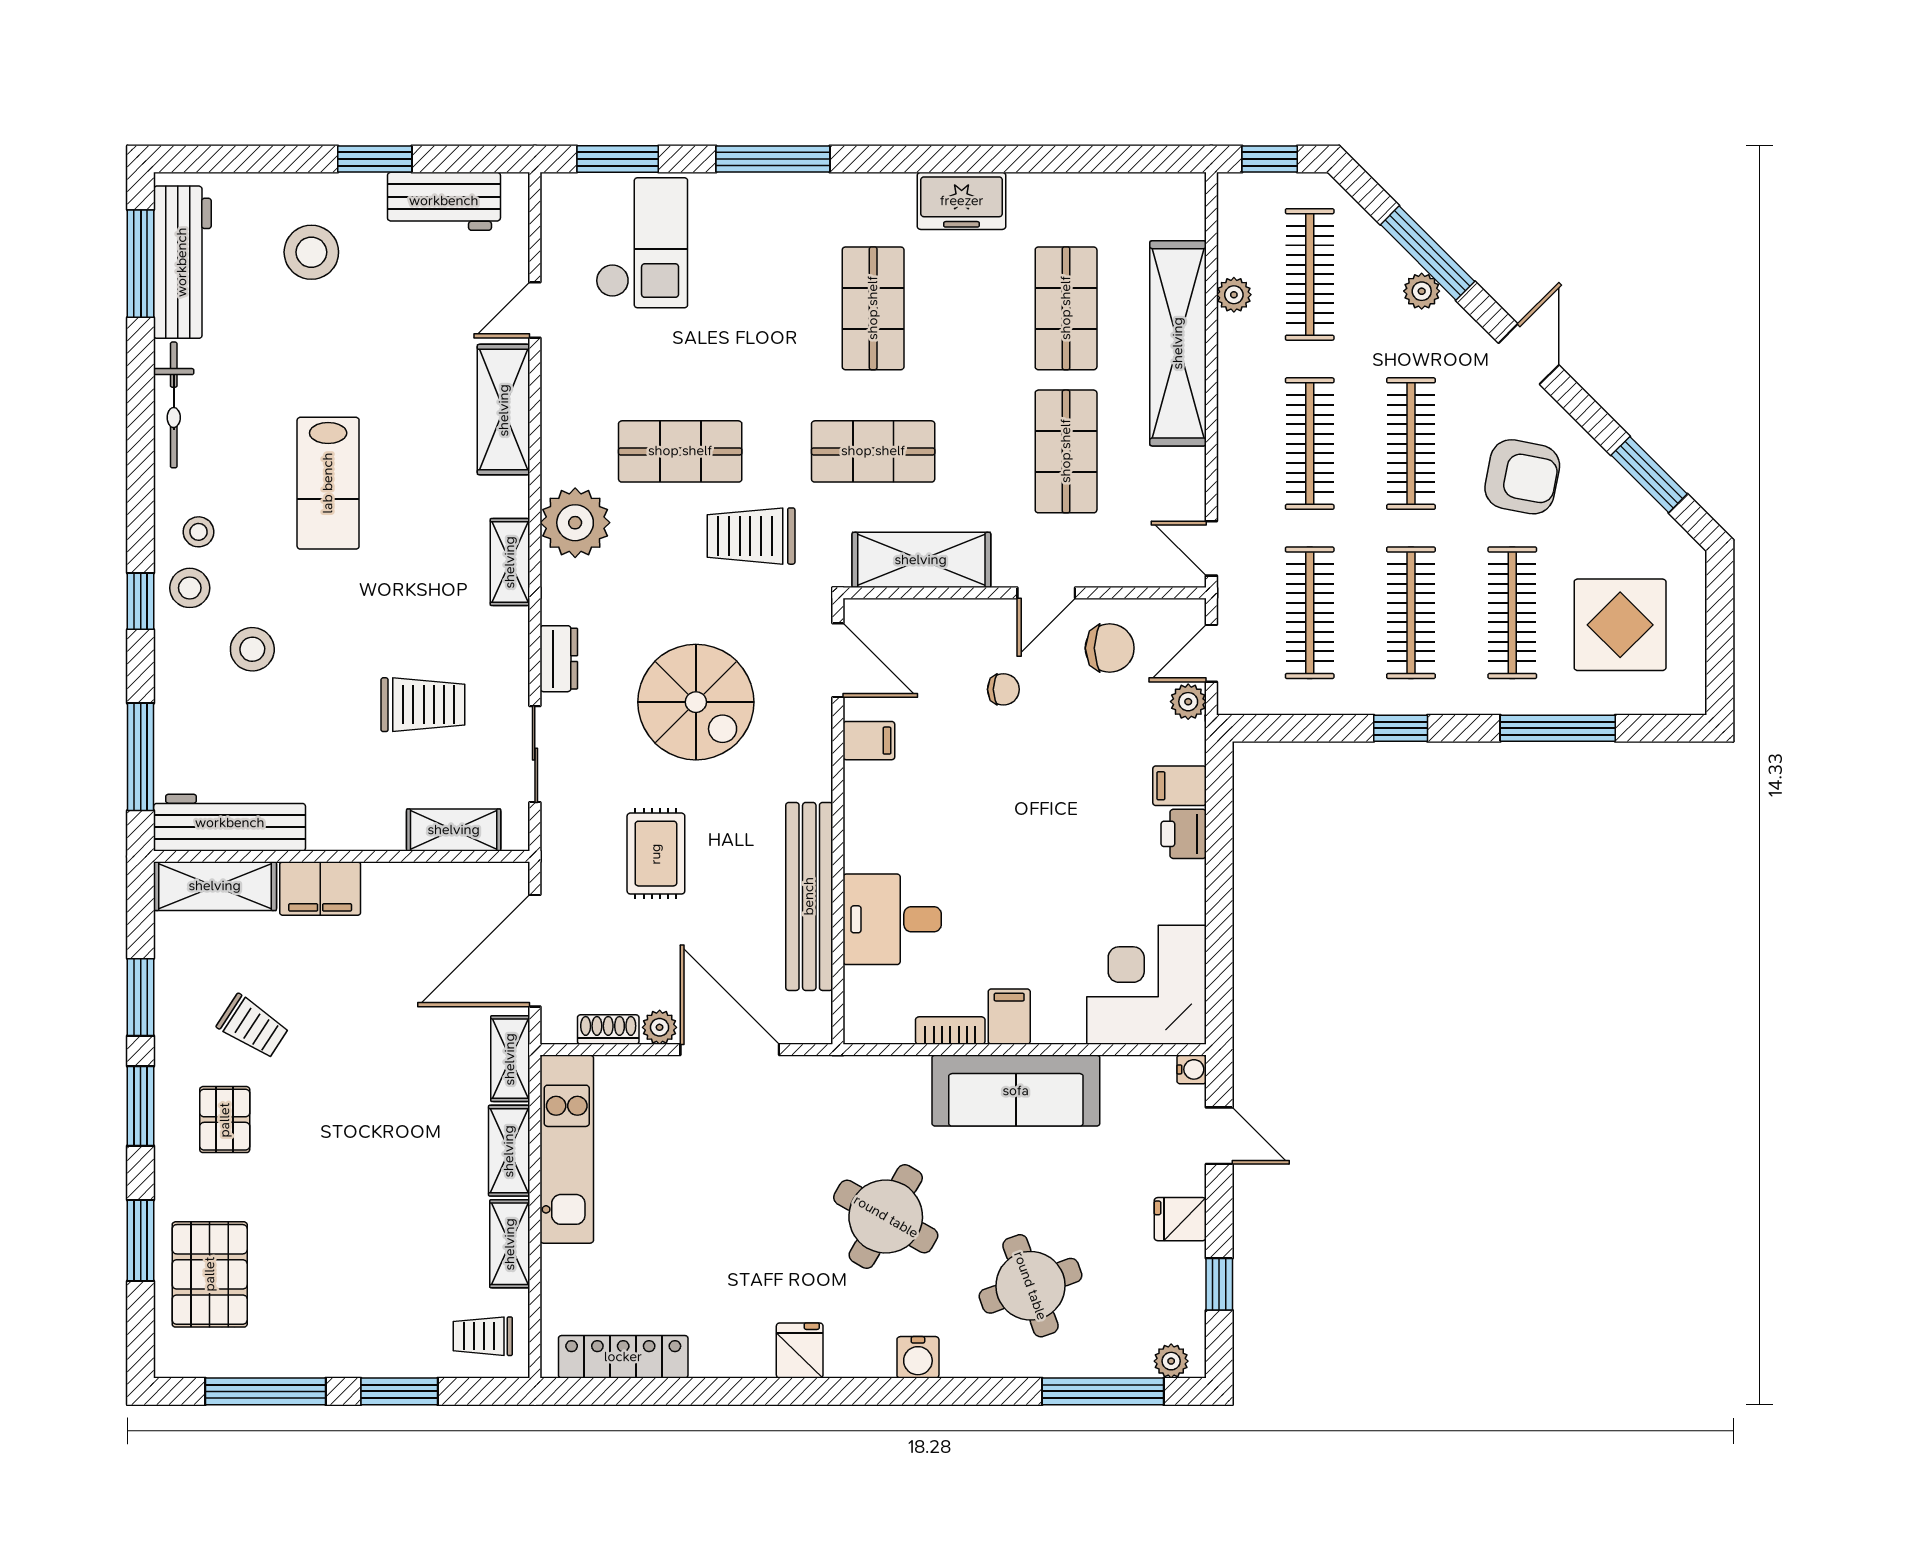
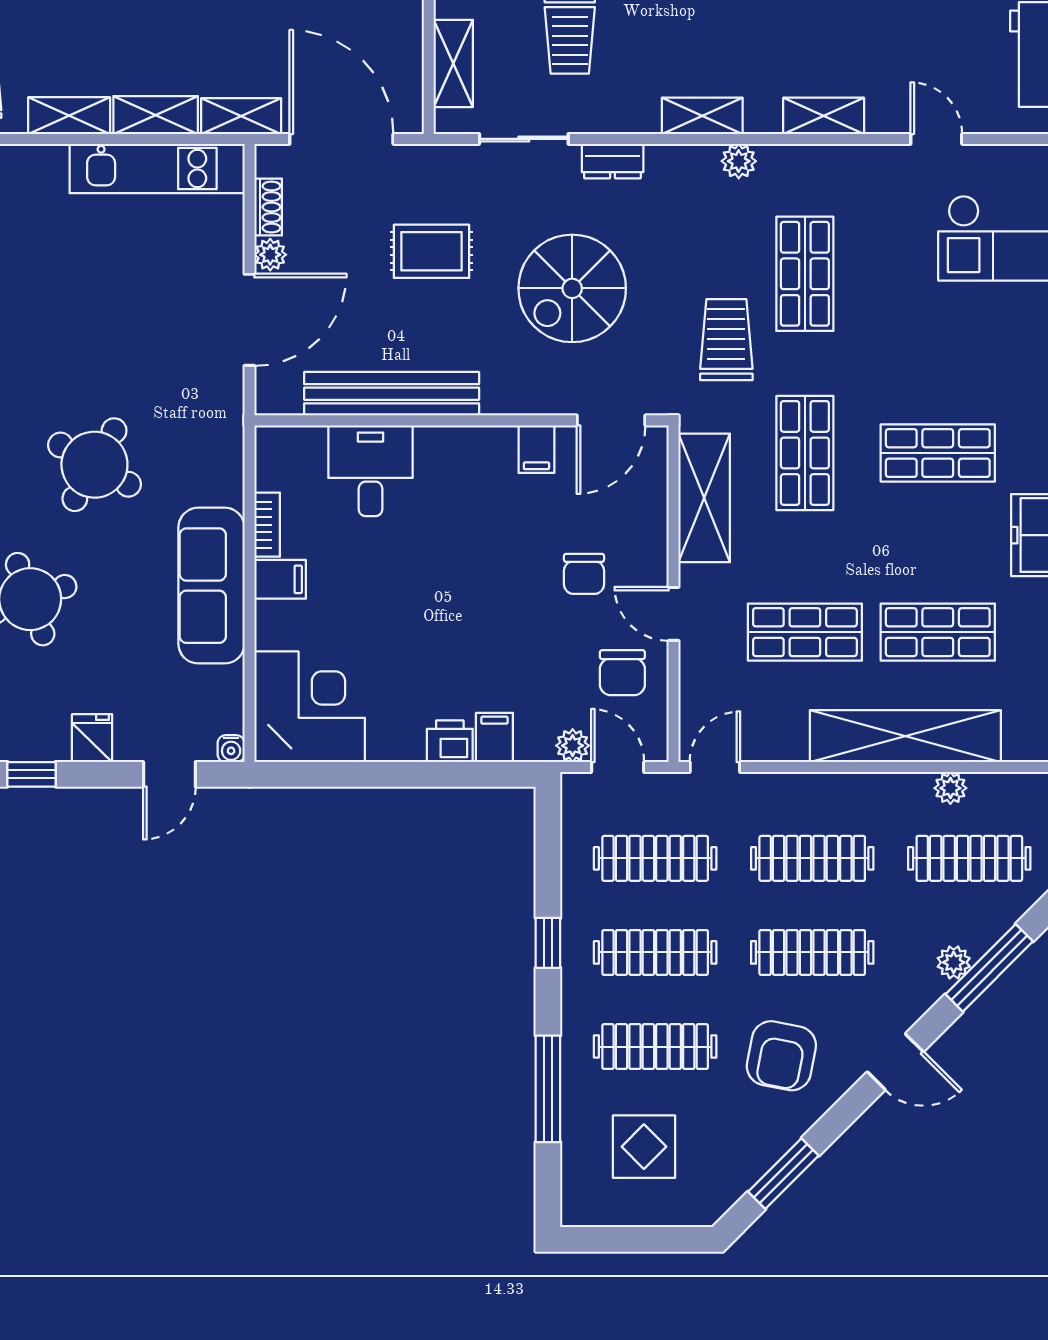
shelving: (504, 410) -> (824, 116), width x0.67, depth x0.75
plant: (575, 523) -> (739, 161), width x0.53, depth x0.53
display table: (1620, 625) -> (644, 1147), width x0.73, depth x0.73
chair: (1003, 689) -> (584, 574), width x1.37, depth x1.37

